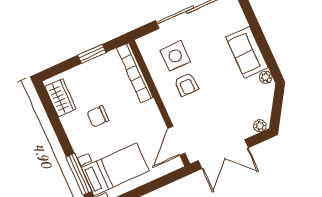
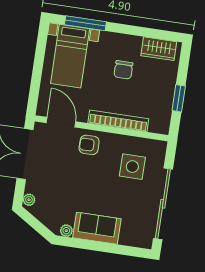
bookcase: (135, 73) -> (118, 121), moved
armchair: (186, 84) -> (89, 145), moved
chair: (98, 116) -> (123, 70), turned 180

